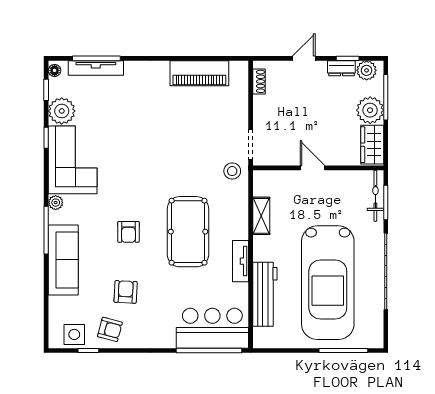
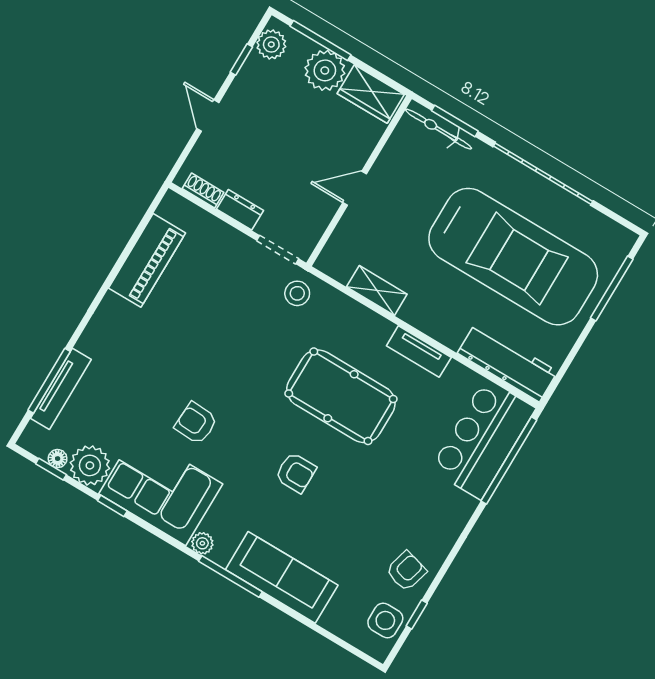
dresser: (341, 68) -> (240, 210), moved, turned -90
floor lamp: (55, 70) -> (58, 459), moved
armchair: (126, 292) -> (196, 423), moved
workbench: (265, 294) -> (508, 362), moved

